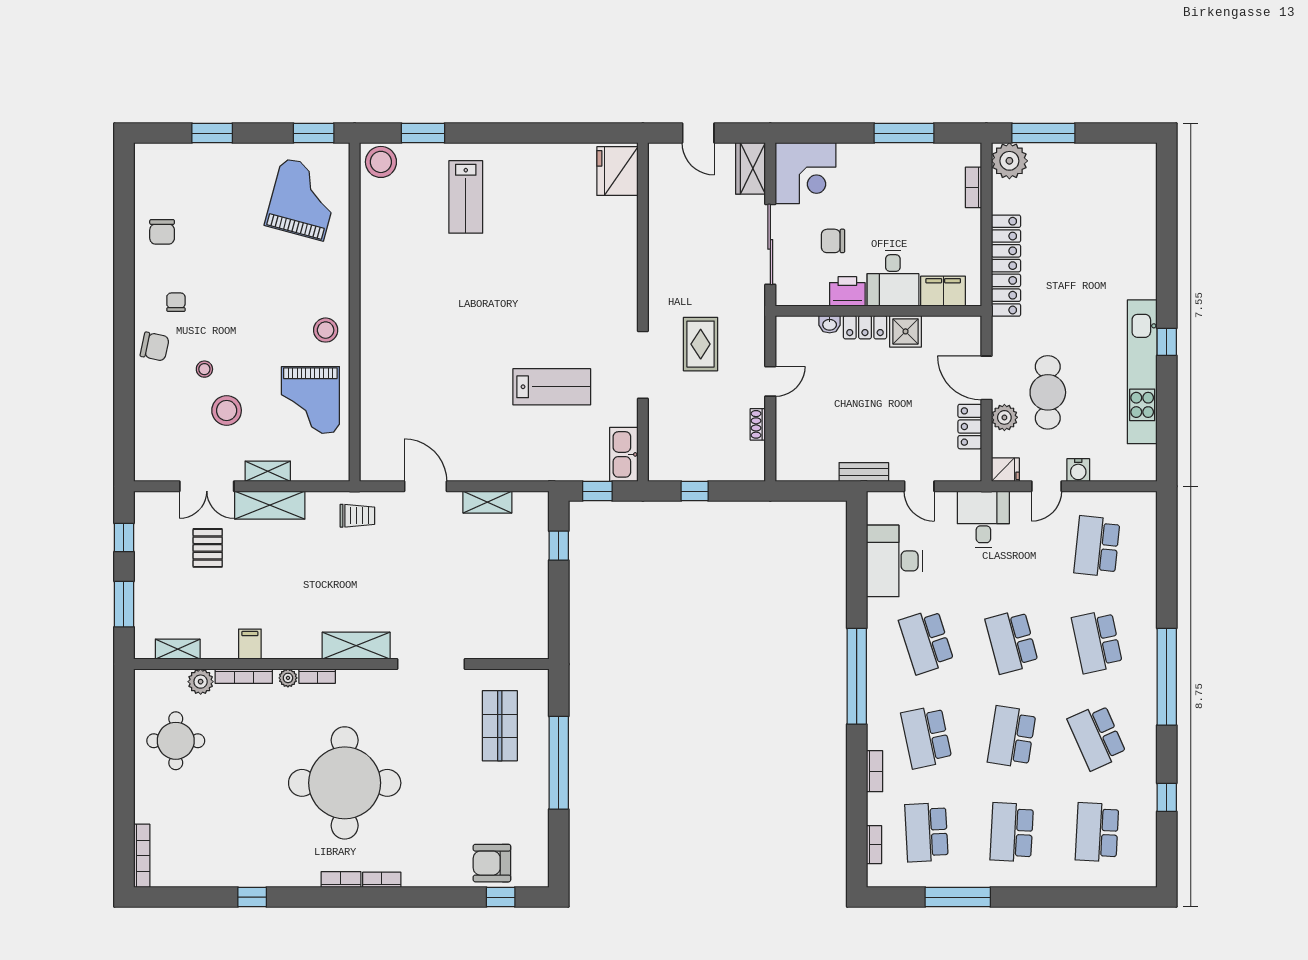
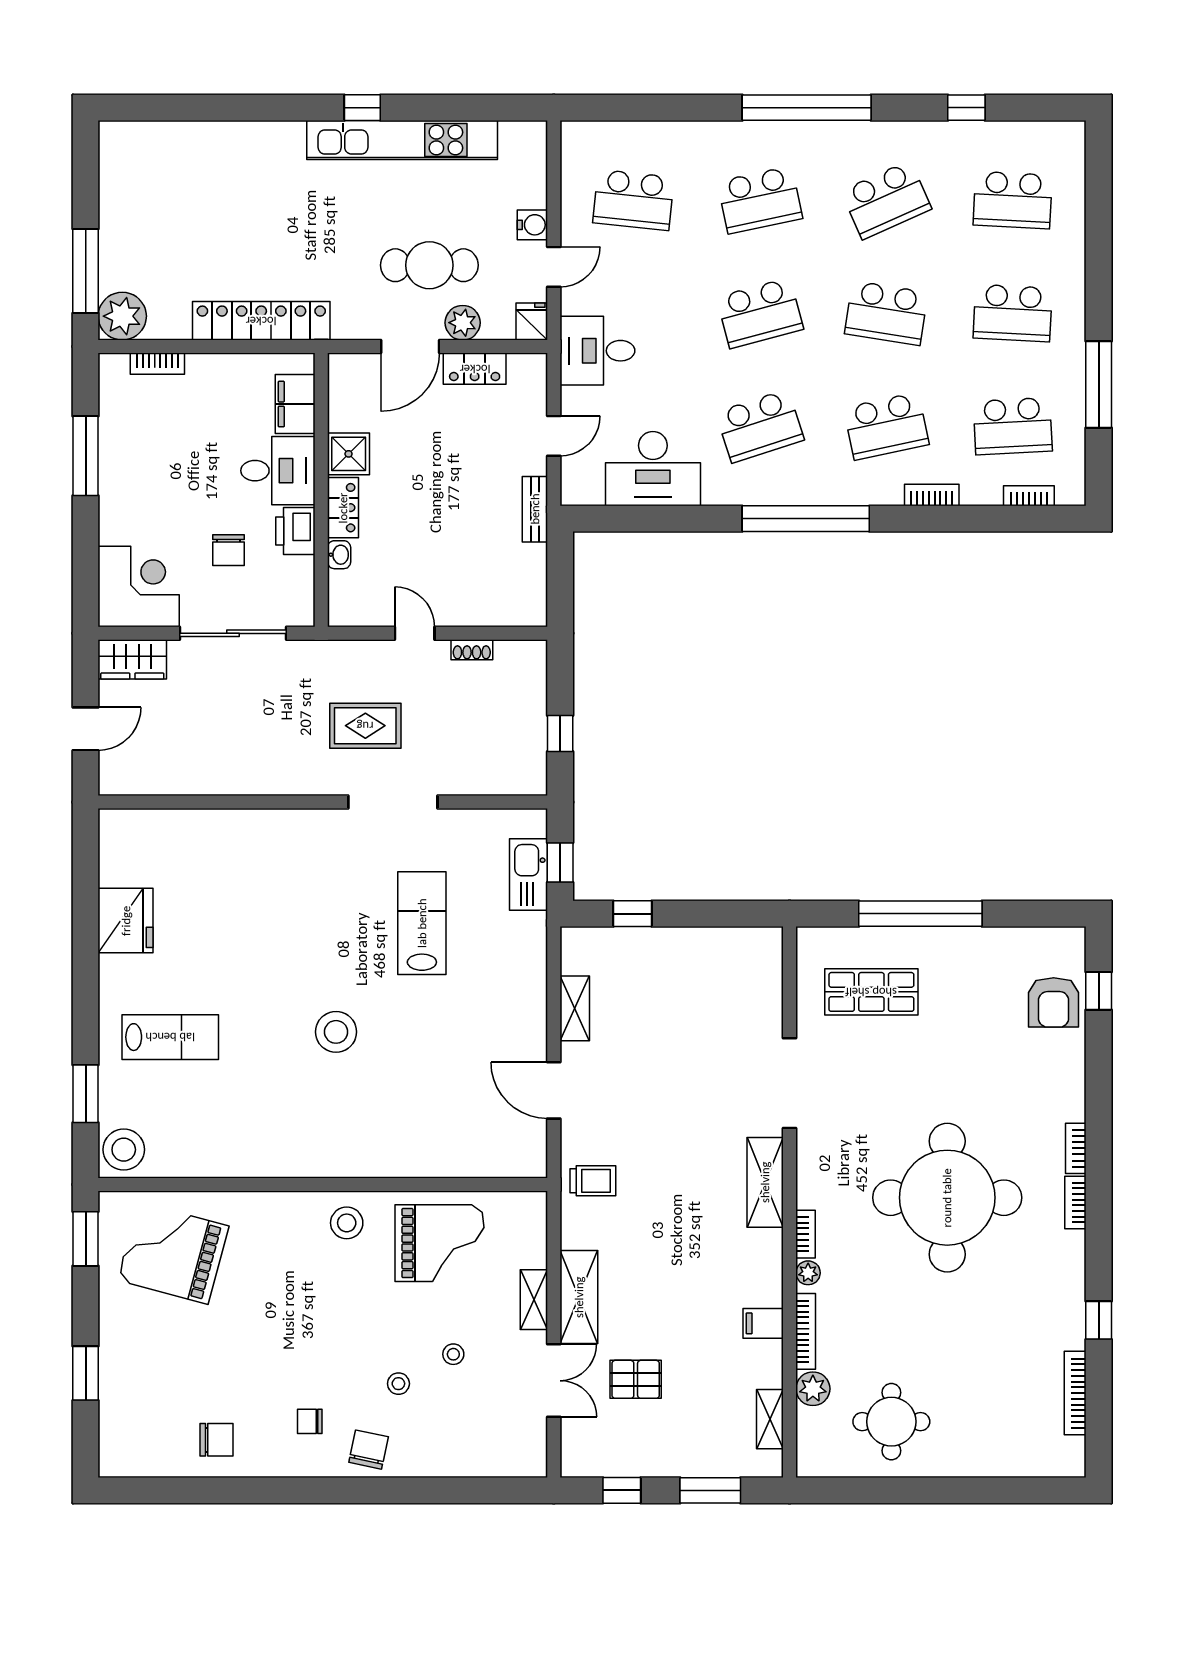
fridge: (617, 171) -> (126, 921), moved, turned -90
stool: (470, 322) -> (336, 1032), added
stool: (227, 410) -> (453, 1354), width x0.53, depth x0.53
kitchen sink: (624, 454) -> (529, 875), moved, turned 90
door: (426, 486) -> (554, 1090), hinge flipped
door: (1047, 486) -> (554, 267), hinge flipped
trolley: (357, 516) -> (593, 1181), turned 90
bookcase: (142, 856) -> (1075, 1393), moved, turned -90

